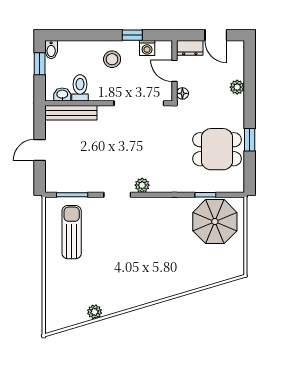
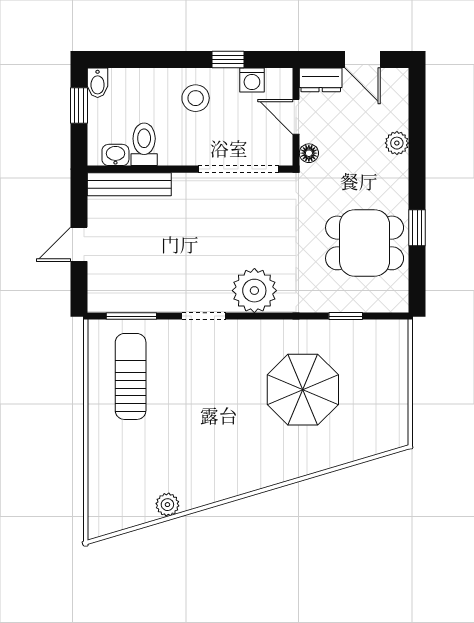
plant: (142, 185) -> (254, 291), width x1.88, depth x1.88
parasol: (215, 222) -> (303, 390), moved

